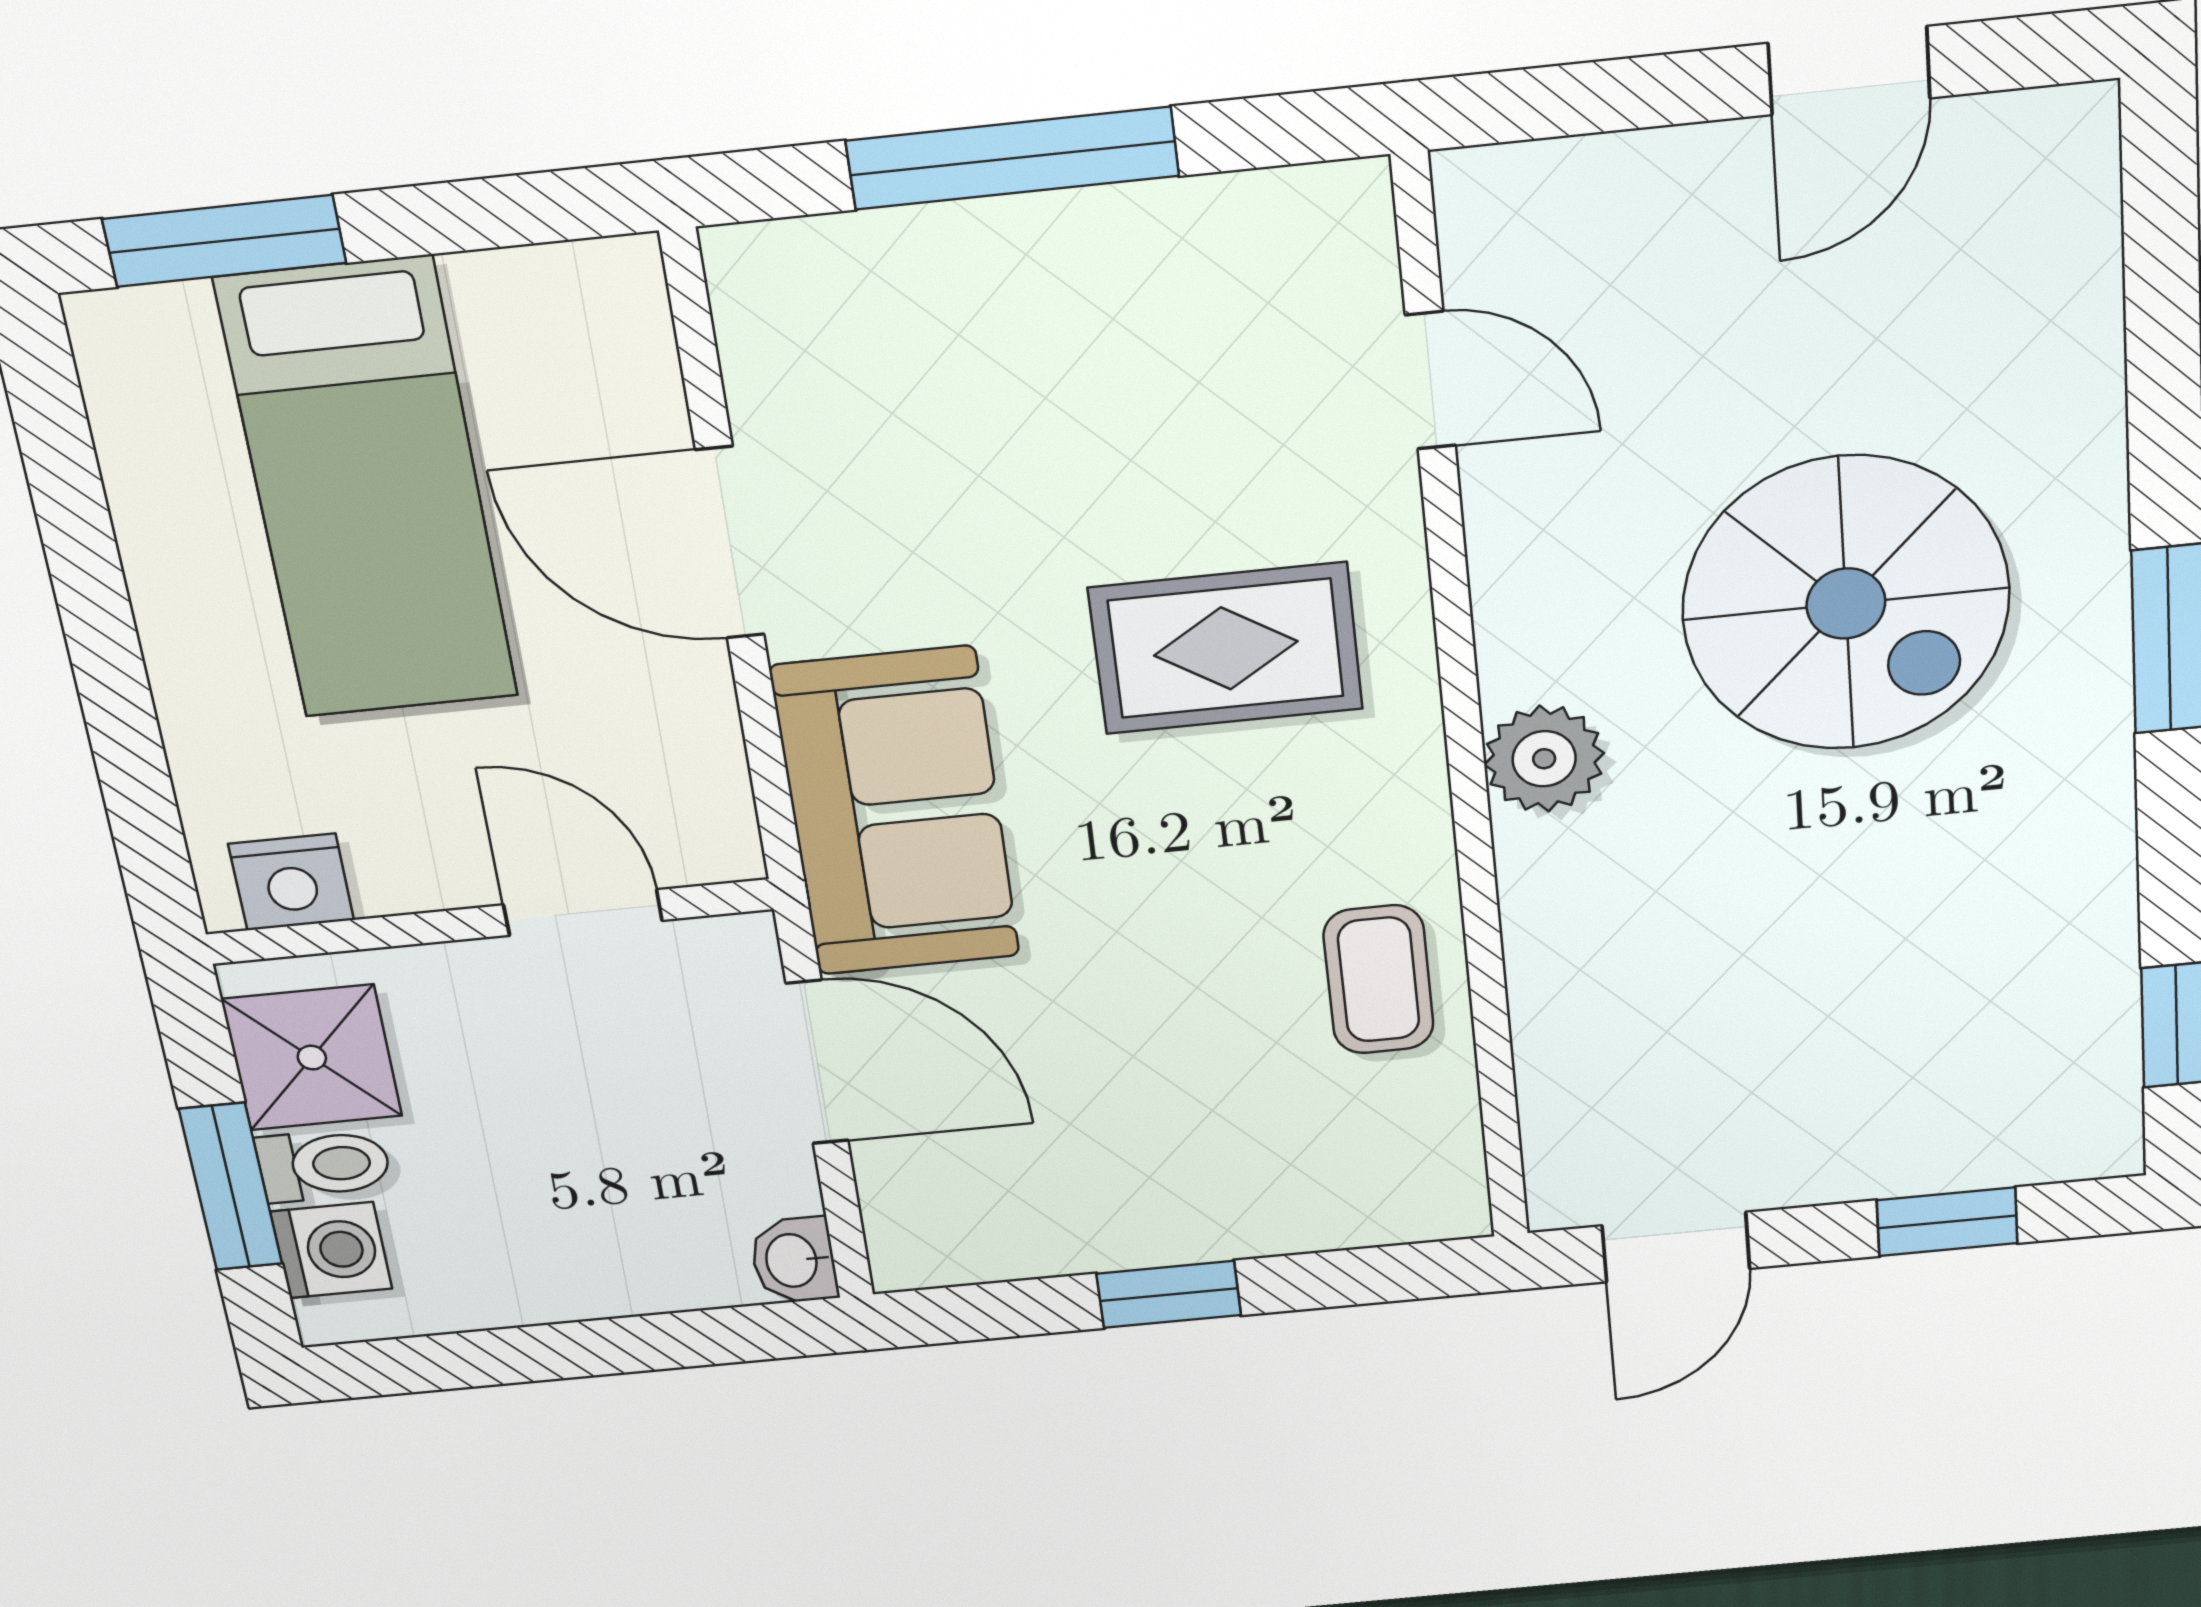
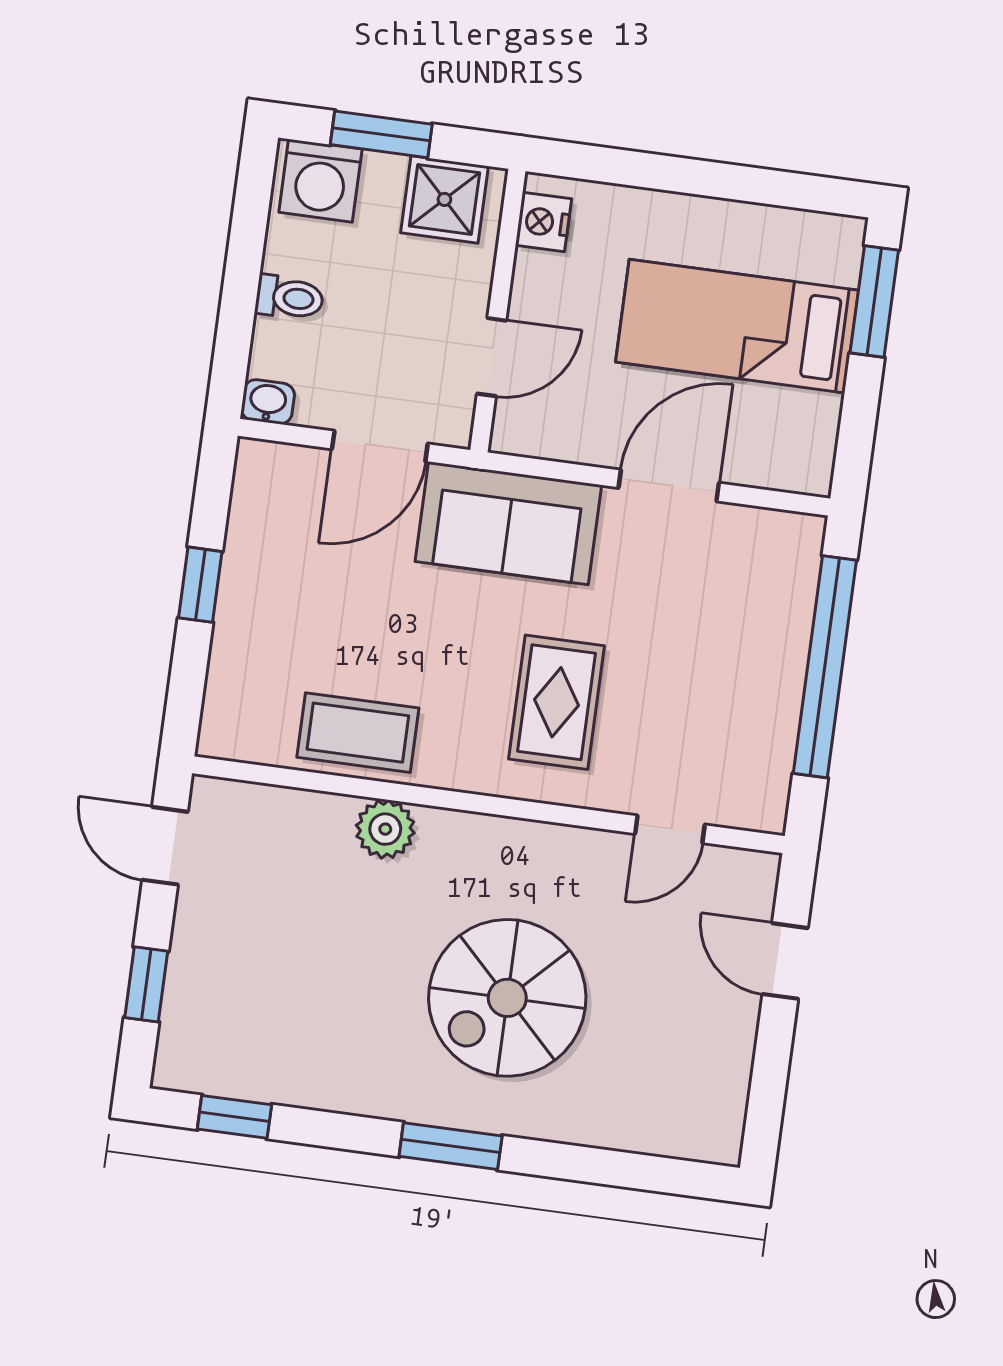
door: (1849, 71) -> (785, 961), moved
window: (1012, 158) -> (825, 667), width x1.46
plant: (1544, 759) -> (385, 829), moved
coffee table: (1379, 980) -> (358, 733), width x1.36, depth x1.30
toilet: (324, 1165) -> (289, 298), moved, turned -90
washing machine: (331, 1250) -> (320, 181), width x1.38, depth x1.38

